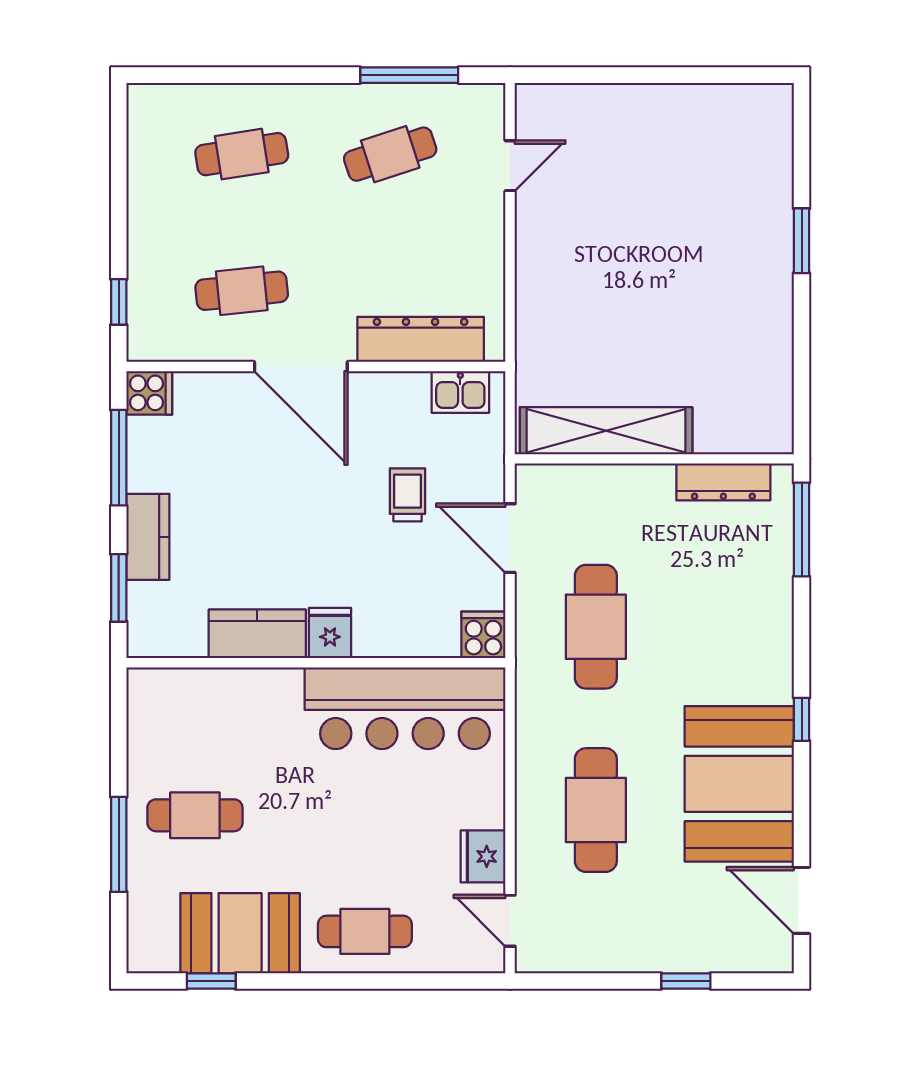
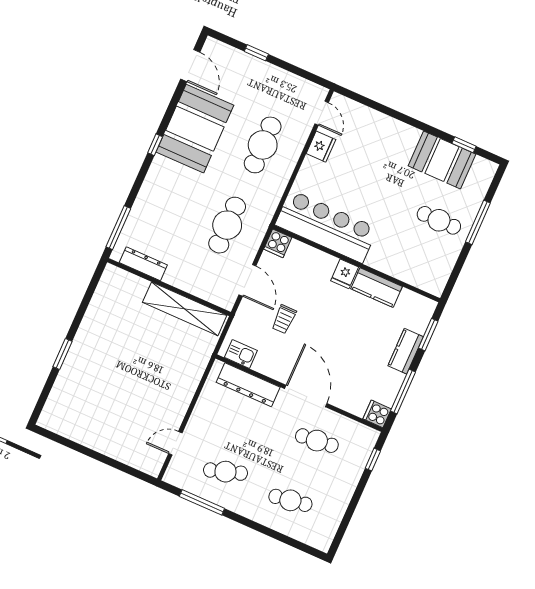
cafe table: (365, 931) -> (387, 137), removed

